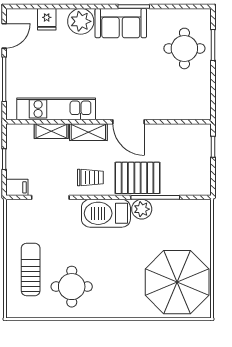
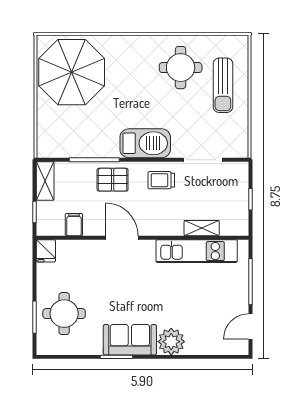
fridge: (47, 19) -> (46, 251), moved, turned 180
shelving: (88, 132) -> (45, 181), moved, turned 90
pallet: (138, 178) -> (113, 180), width x0.67, depth x0.71
filing cabinet: (17, 187) -> (74, 225), moved, turned 90
plant: (142, 209) -> (108, 148), removed

